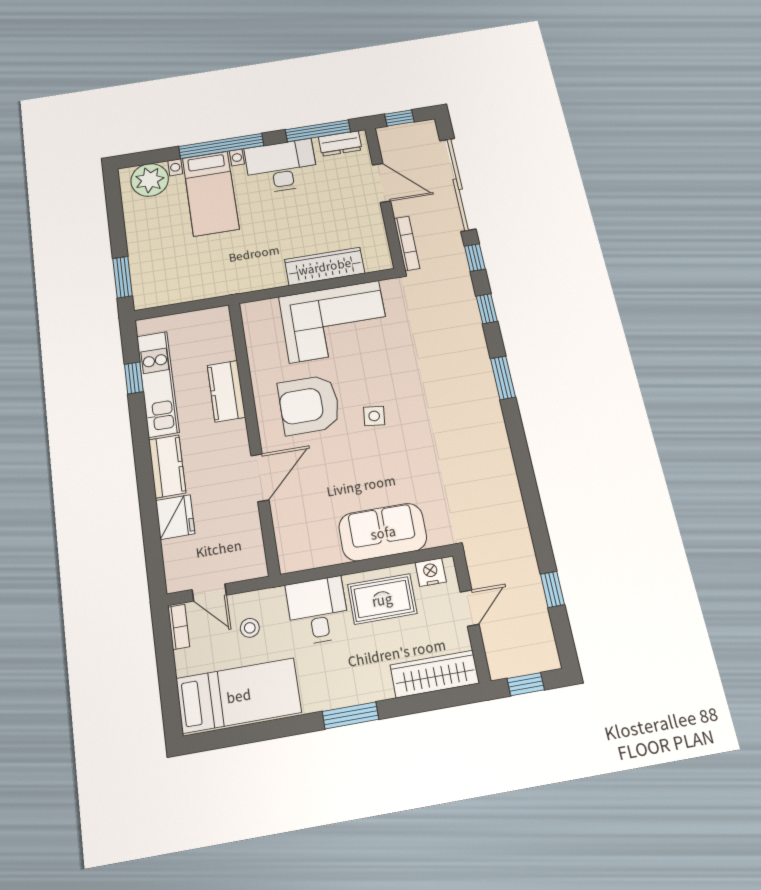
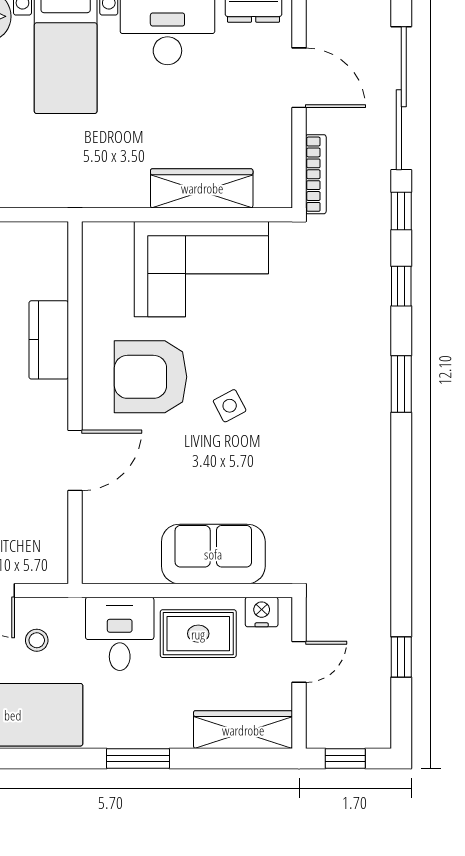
side table: (374, 416) -> (230, 406), turned -35

